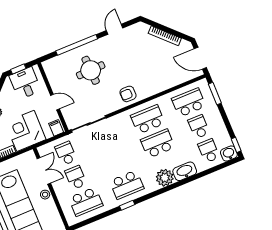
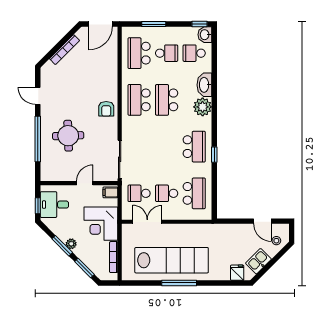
window: (215, 94) -> (154, 24), moved
school desk: (199, 127) -> (167, 53), turned 180
stool: (45, 195) -> (171, 230), removed

